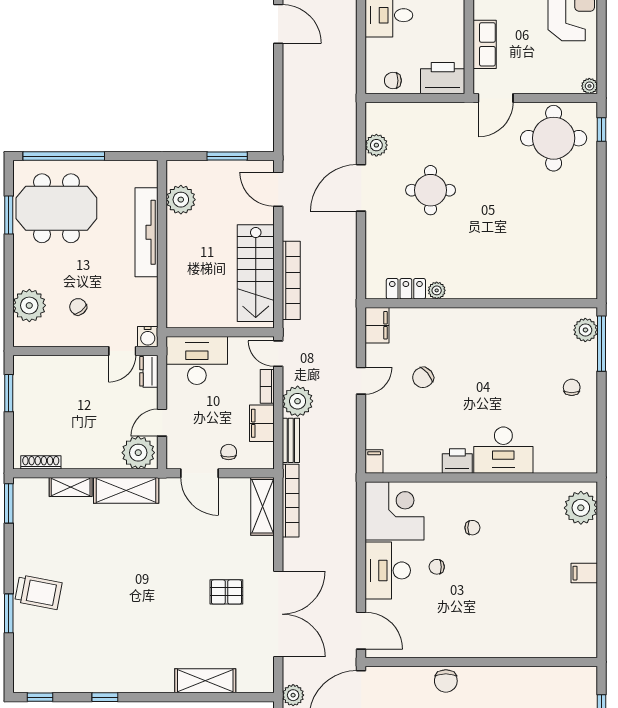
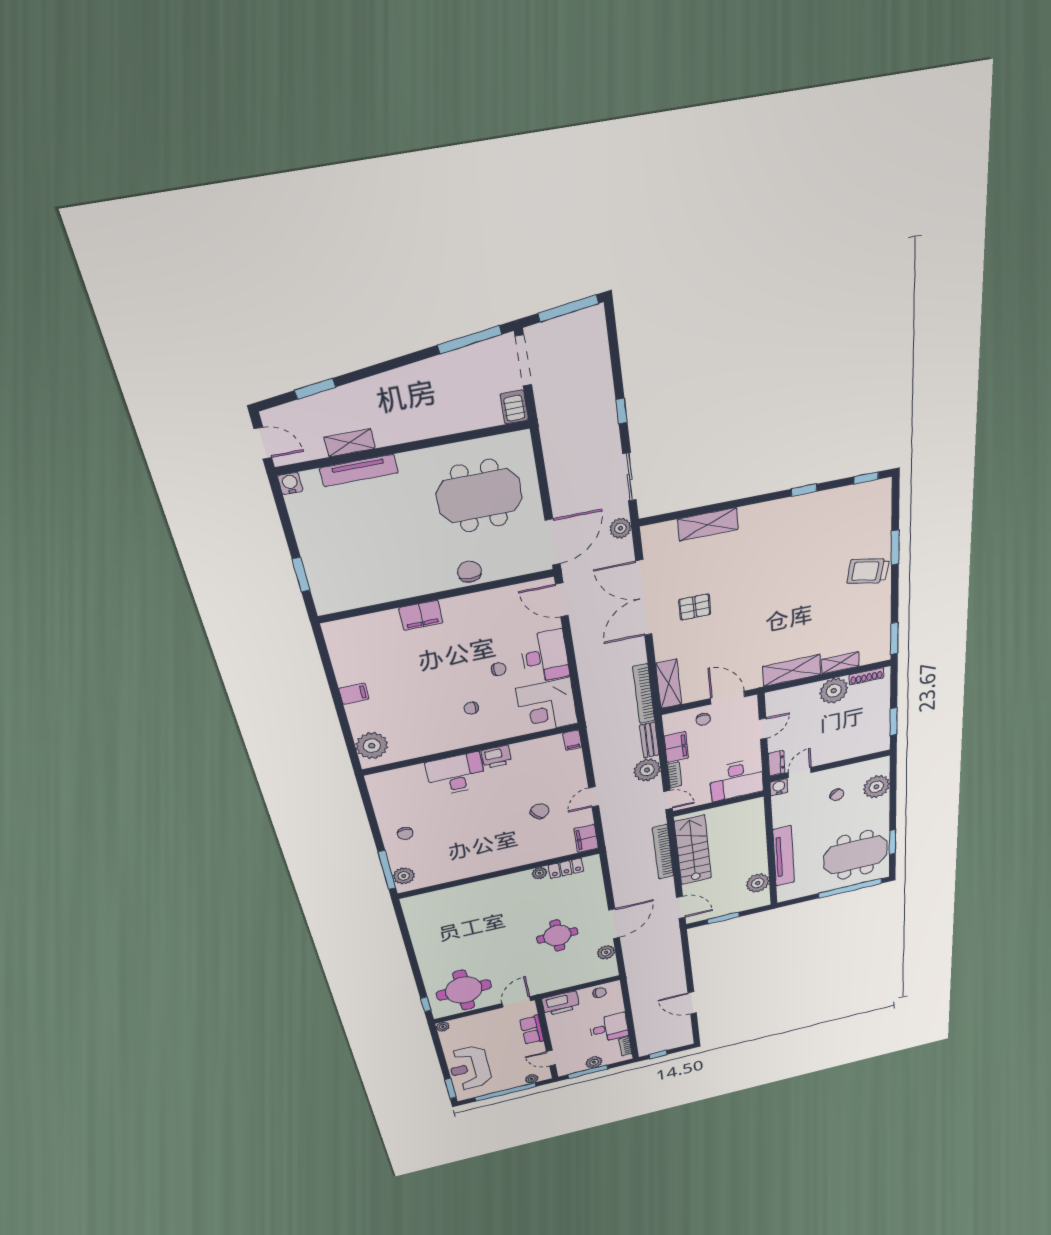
plant: (138, 453) -> (834, 691), moved
filing cabinet: (501, 645) -> (421, 615), added

